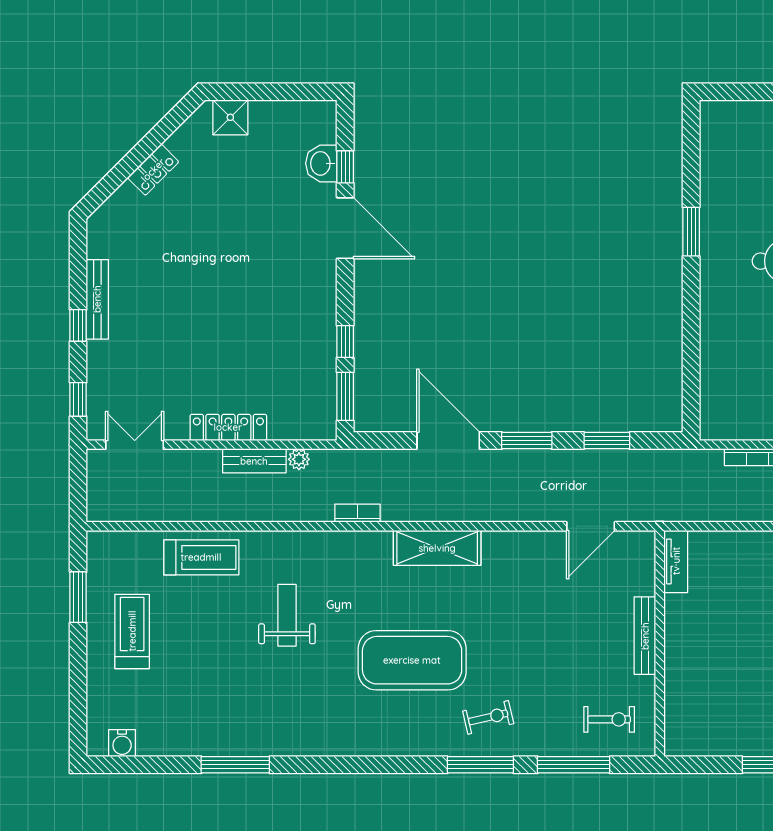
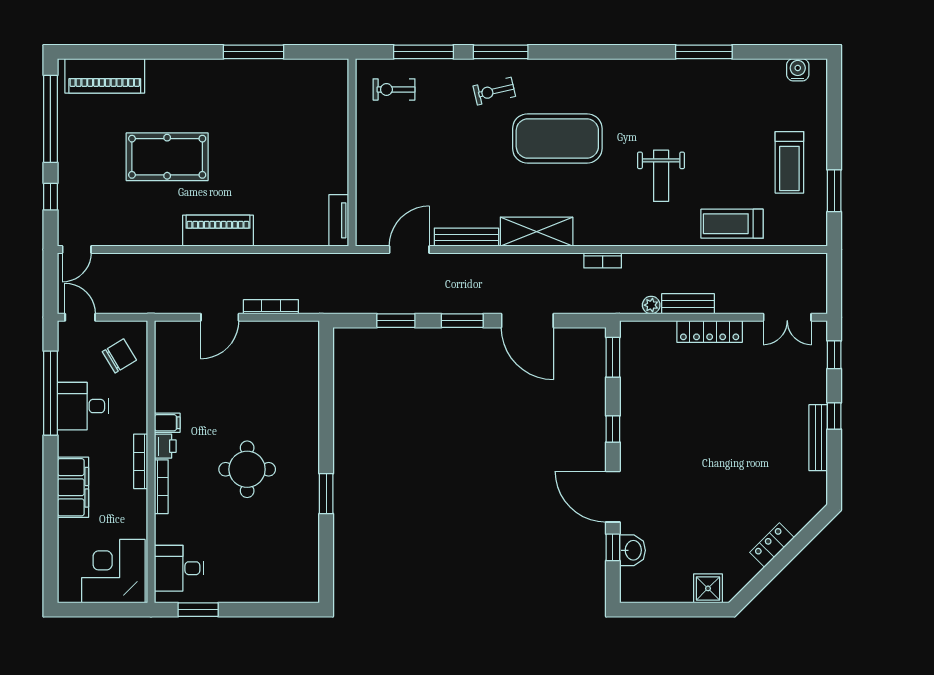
window: (345, 342) -> (613, 429), moved
bench: (645, 636) -> (466, 237), moved, turned 90

